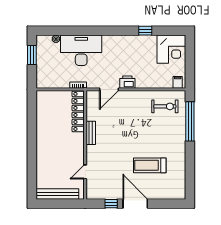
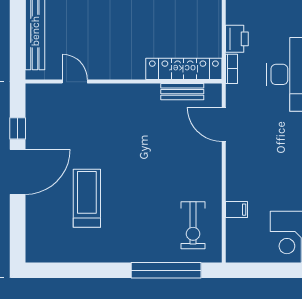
printer: (127, 82) -> (237, 39), moved
filing cabinet: (178, 82) -> (236, 210), moved
bench: (91, 133) -> (182, 92), moved

